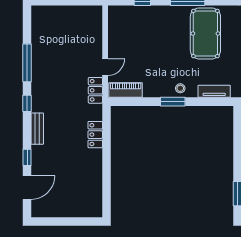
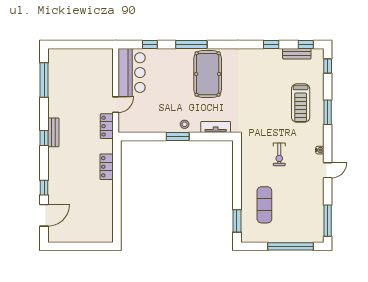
bar counter: (123, 32) -> (132, 73), added
window: (27, 63) -> (44, 80), moved
piano: (126, 90) -> (134, 126), removed
bench: (37, 129) -> (53, 132), moved

